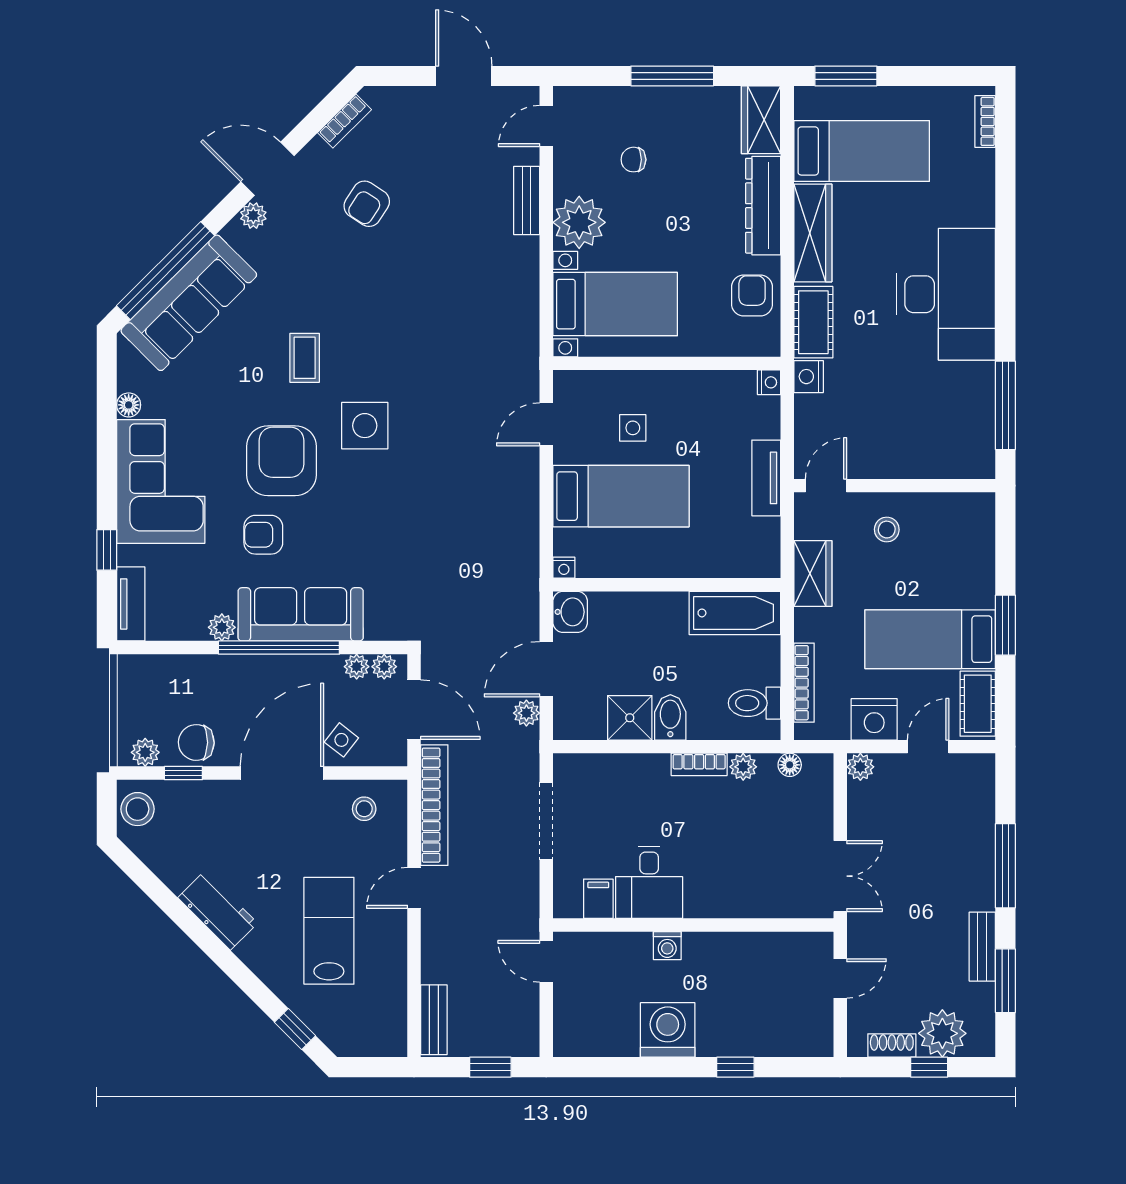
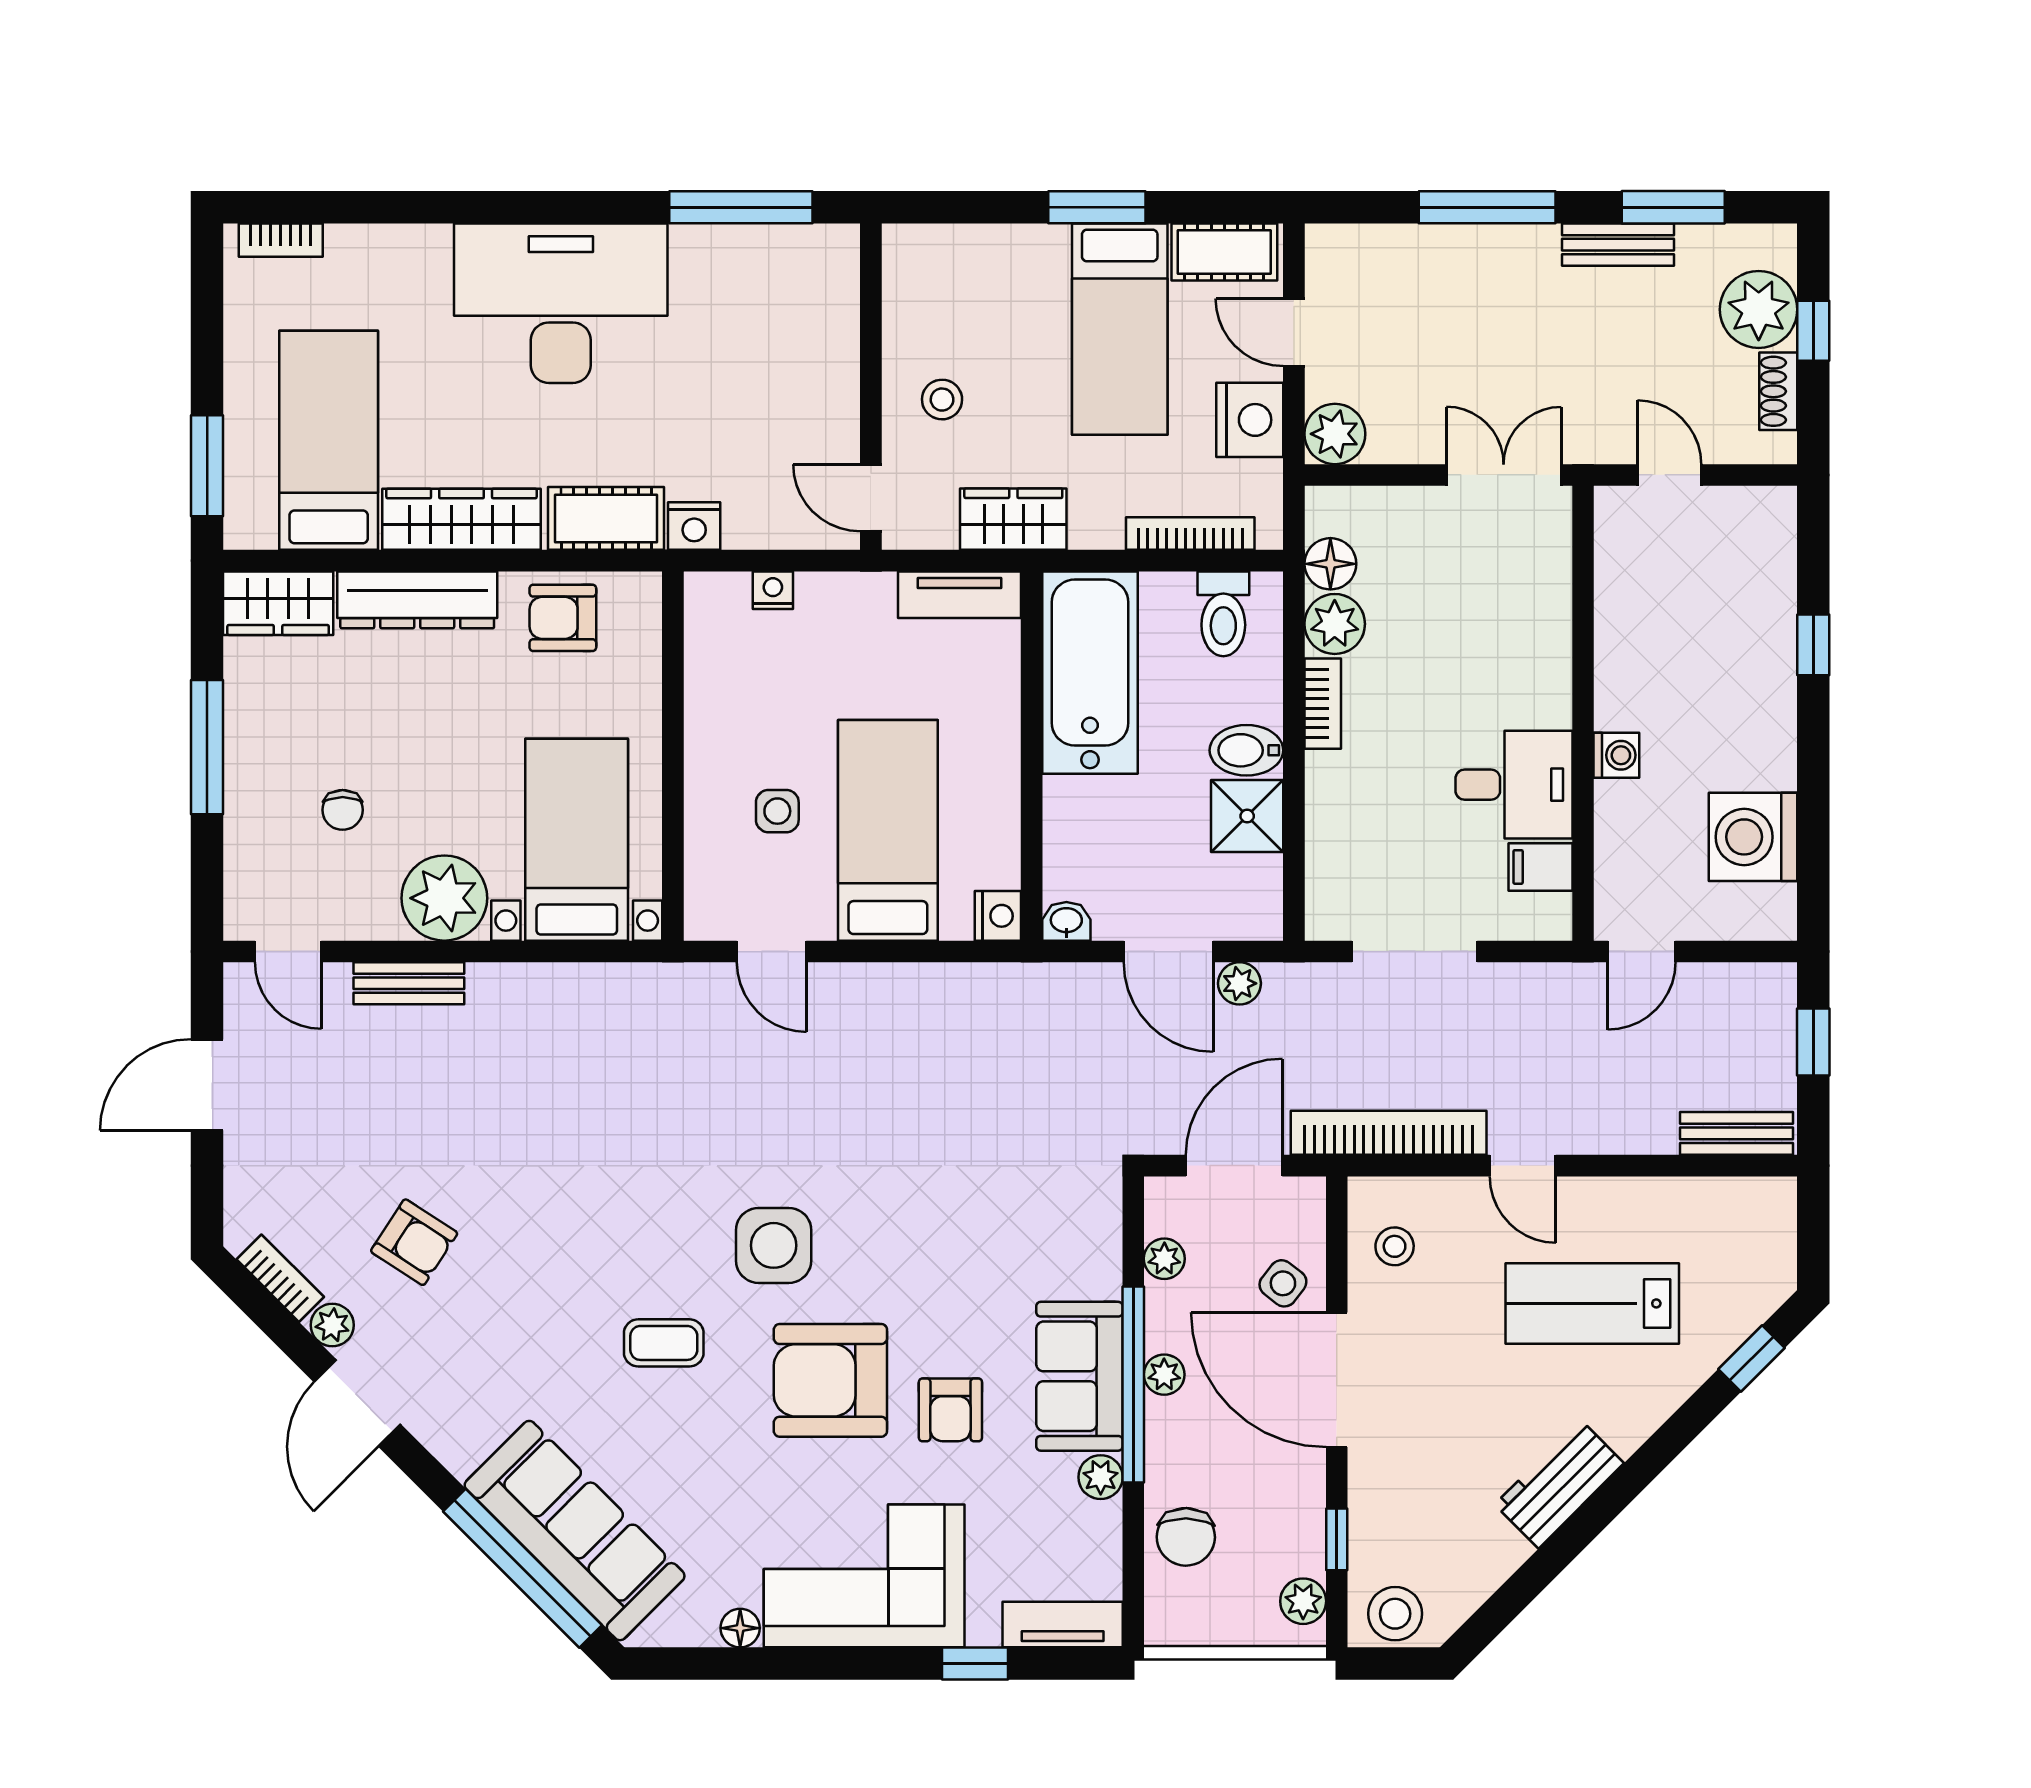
plant: (253, 216) -> (332, 1325), moved
nightstand: (769, 382) -> (773, 590), moved
tv unit: (766, 478) -> (960, 595), moved
nightstand: (564, 568) -> (998, 916), width x1.39, depth x1.35
washbasin: (570, 612) -> (1066, 921), width x0.72, depth x0.69
bathtub: (735, 613) -> (1090, 673), width x1.36, depth x1.36
sofa: (301, 614) -> (1079, 1376), width x0.73
plant: (384, 667) -> (1164, 1375), moved
chair: (196, 742) -> (1186, 1537), moved
floor lamp: (790, 765) -> (1330, 564), width x1.37, depth x1.37
plant: (743, 767) -> (1335, 624), width x1.38, depth x1.38
plant: (860, 767) -> (1335, 434), width x1.38, depth x1.38
washing machine: (668, 1030) -> (1753, 837), moved

